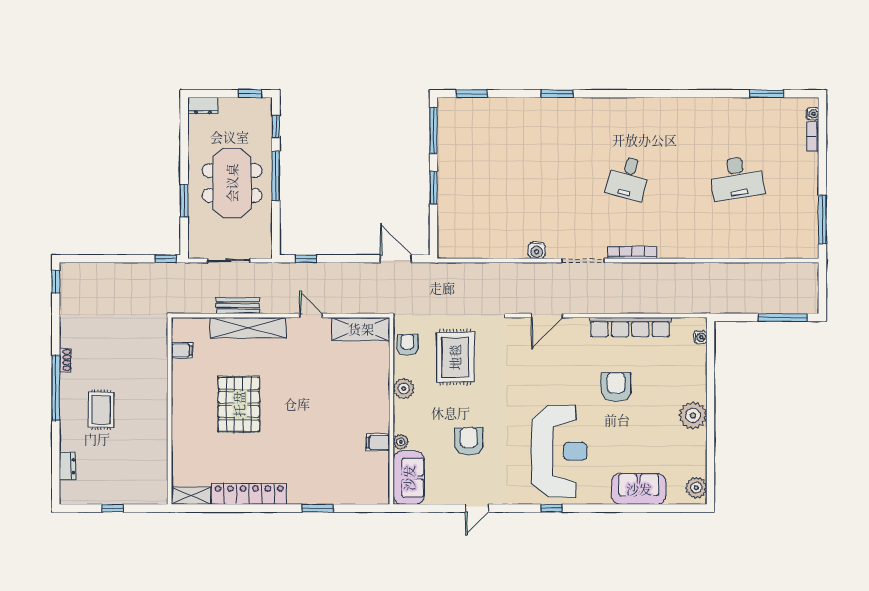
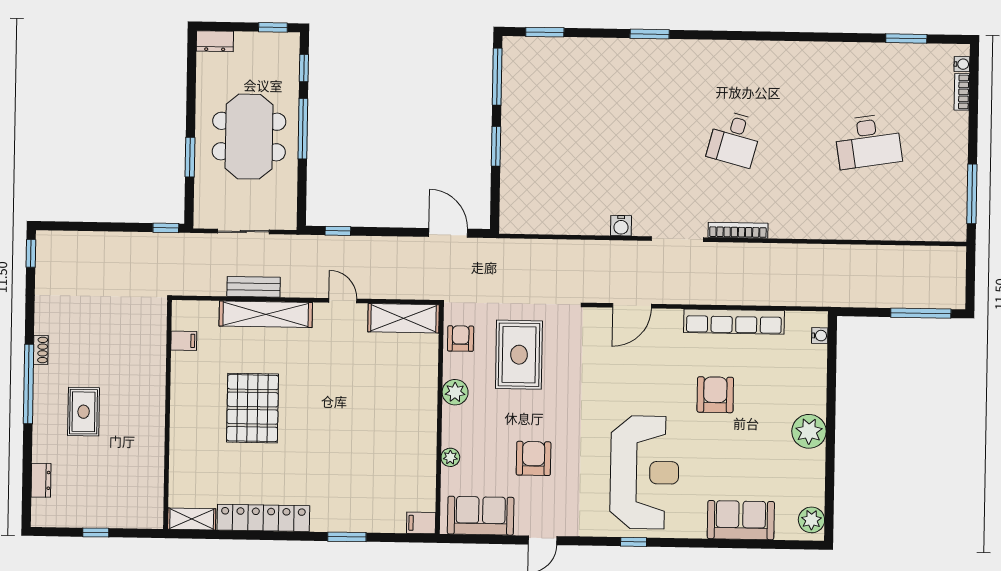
filing cabinet: (378, 443) -> (421, 523), moved
sofa: (409, 478) -> (481, 516), moved, turned -90

